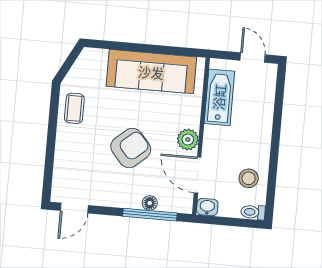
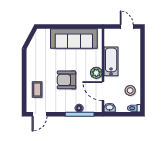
bathtub: (219, 97) -> (111, 61), moved
coffee table: (74, 108) -> (37, 89), moved
armchair: (131, 148) -> (66, 80), turned -139

